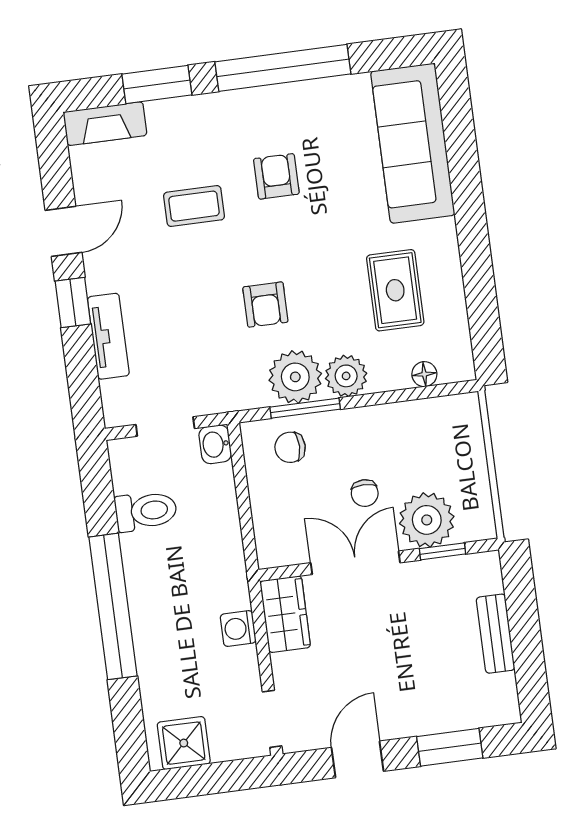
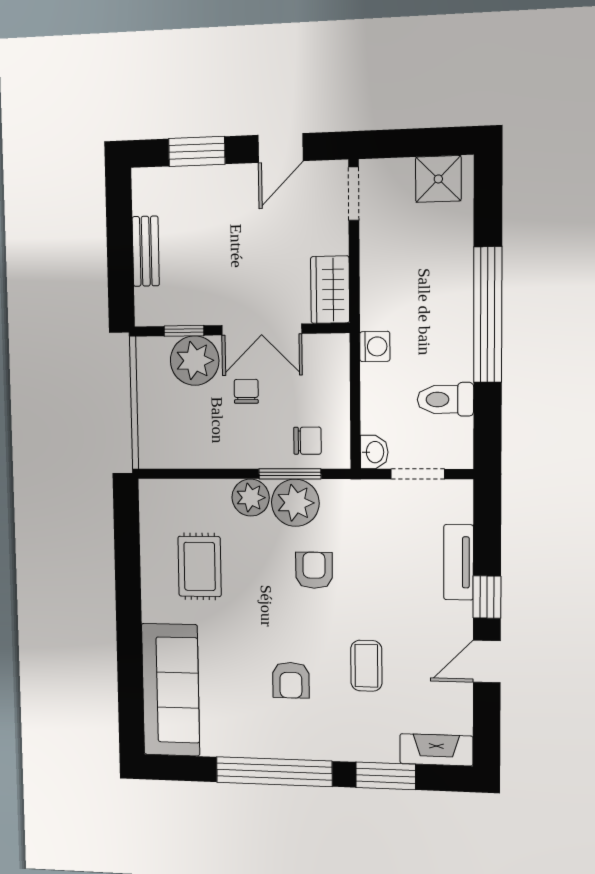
coffee table: (194, 206) -> (366, 666), turned 90
floor lamp: (424, 374) -> (183, 490), removed
washing machine: (238, 629) -> (375, 346), moved

